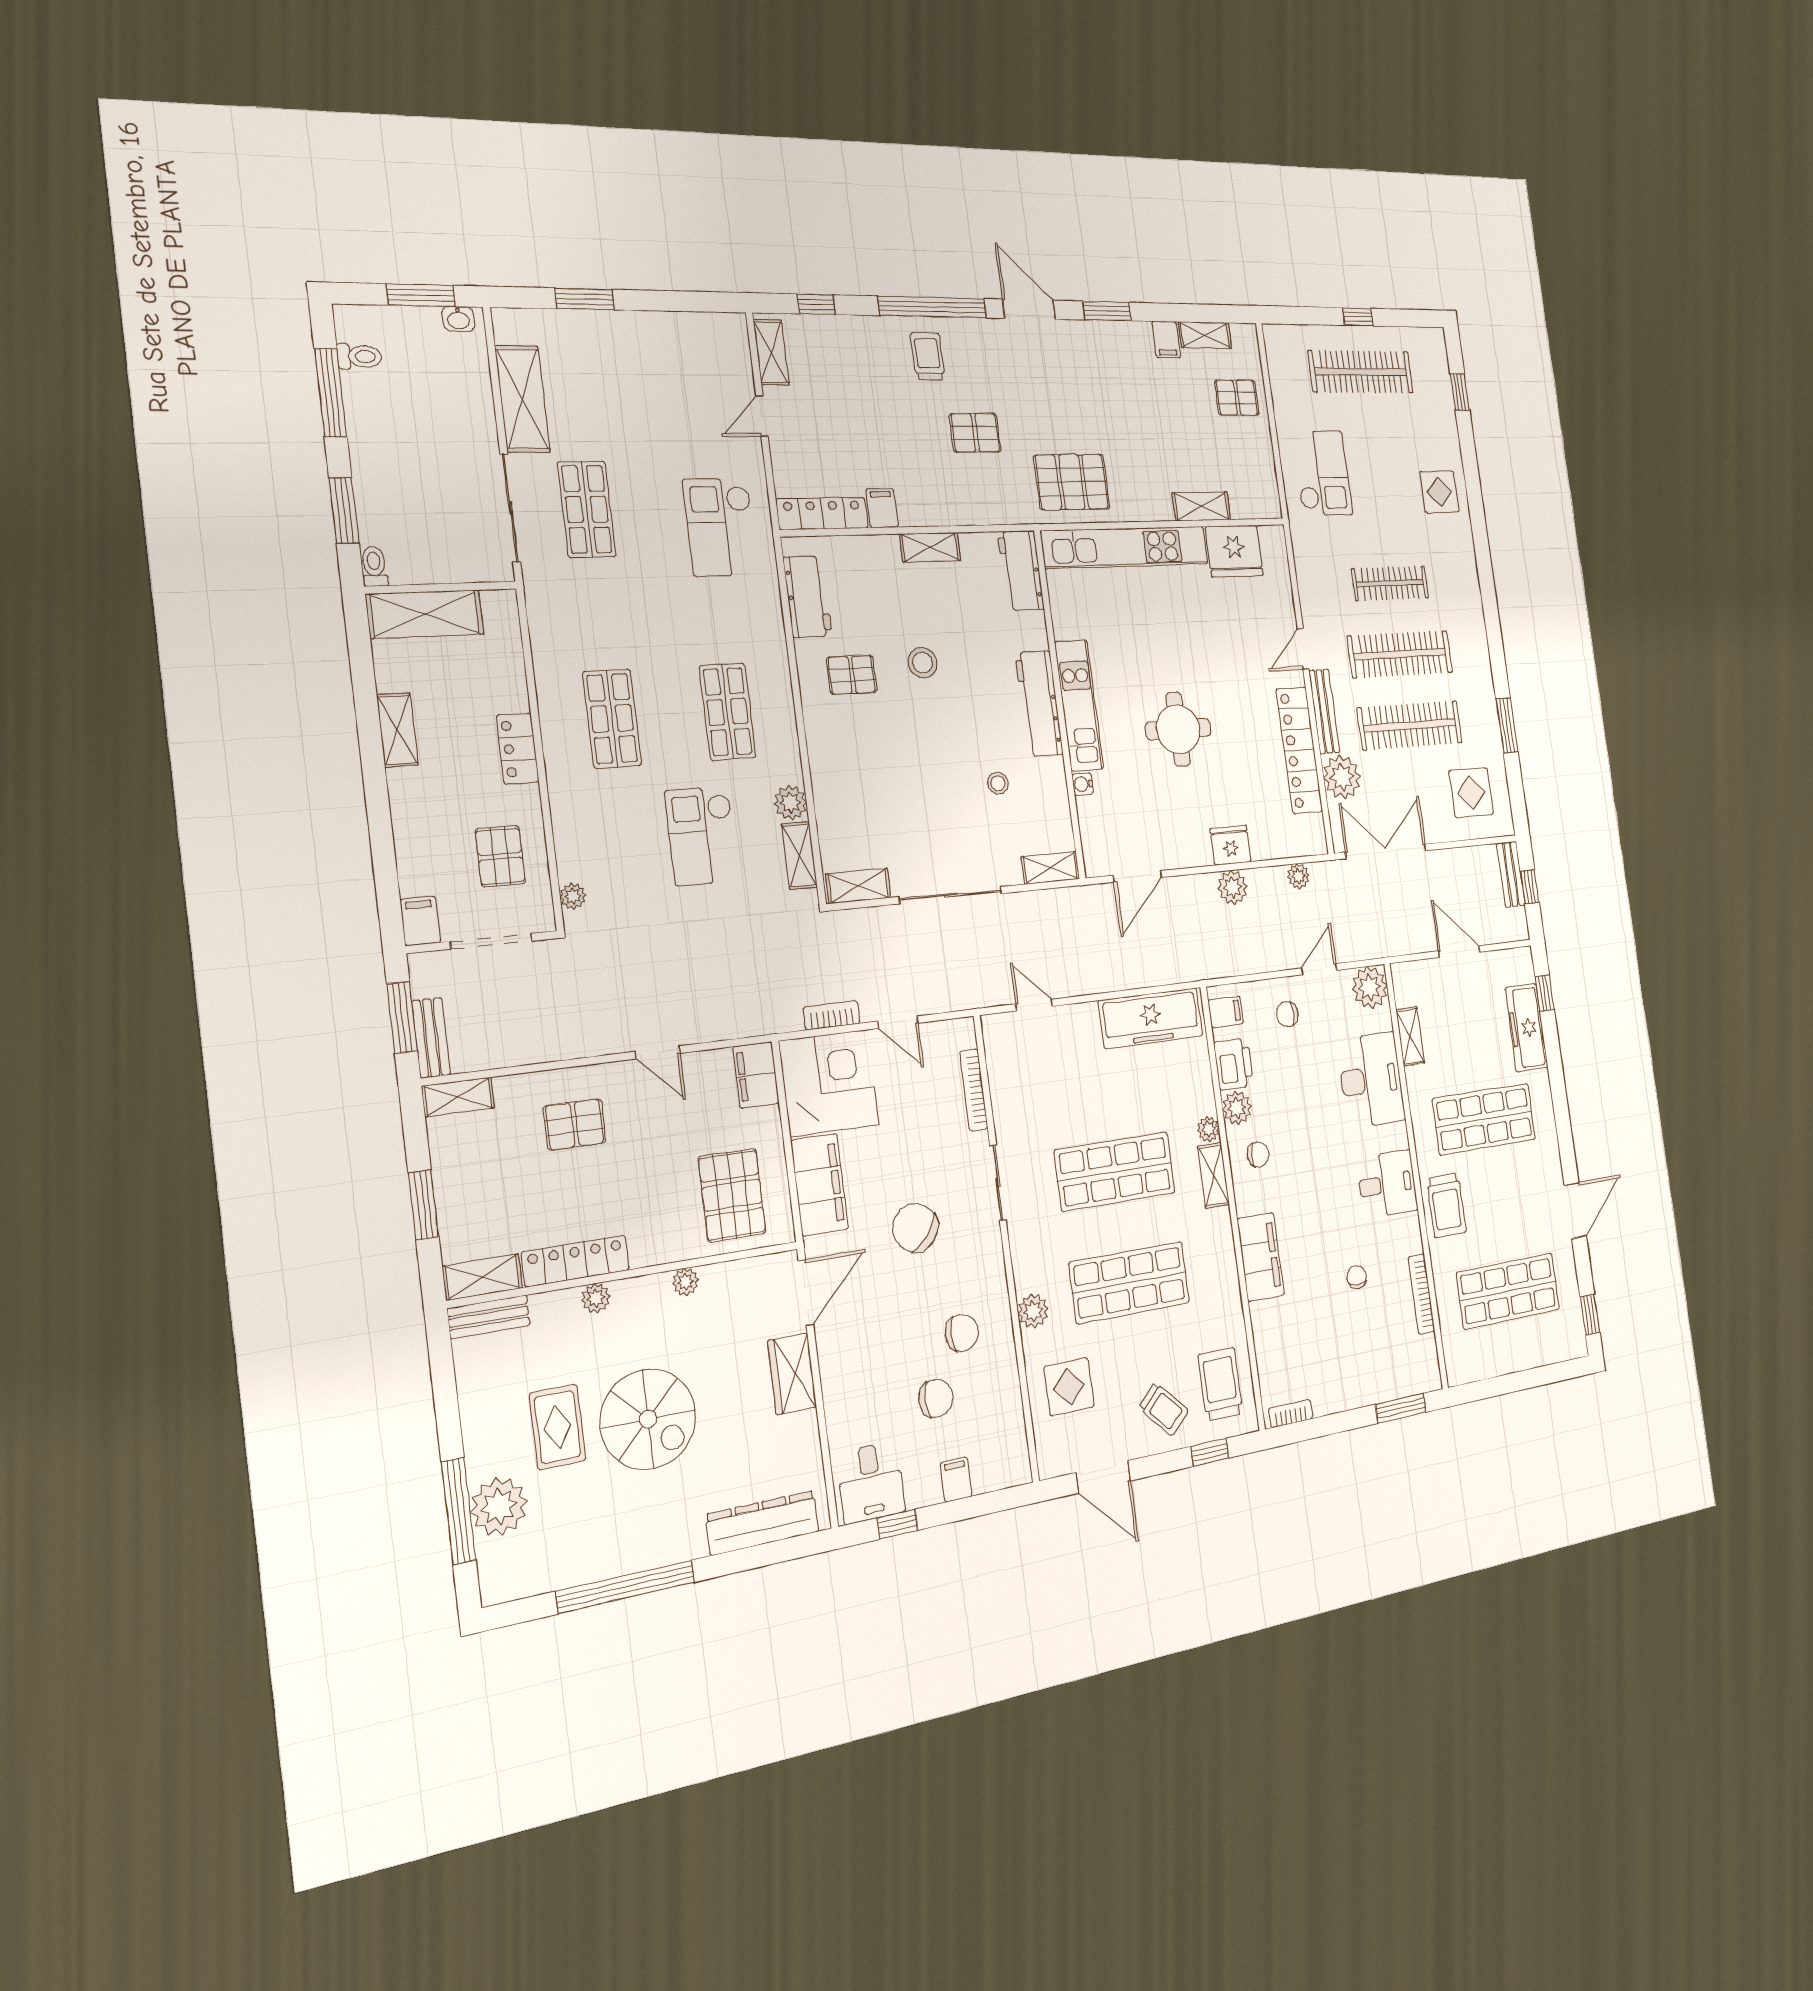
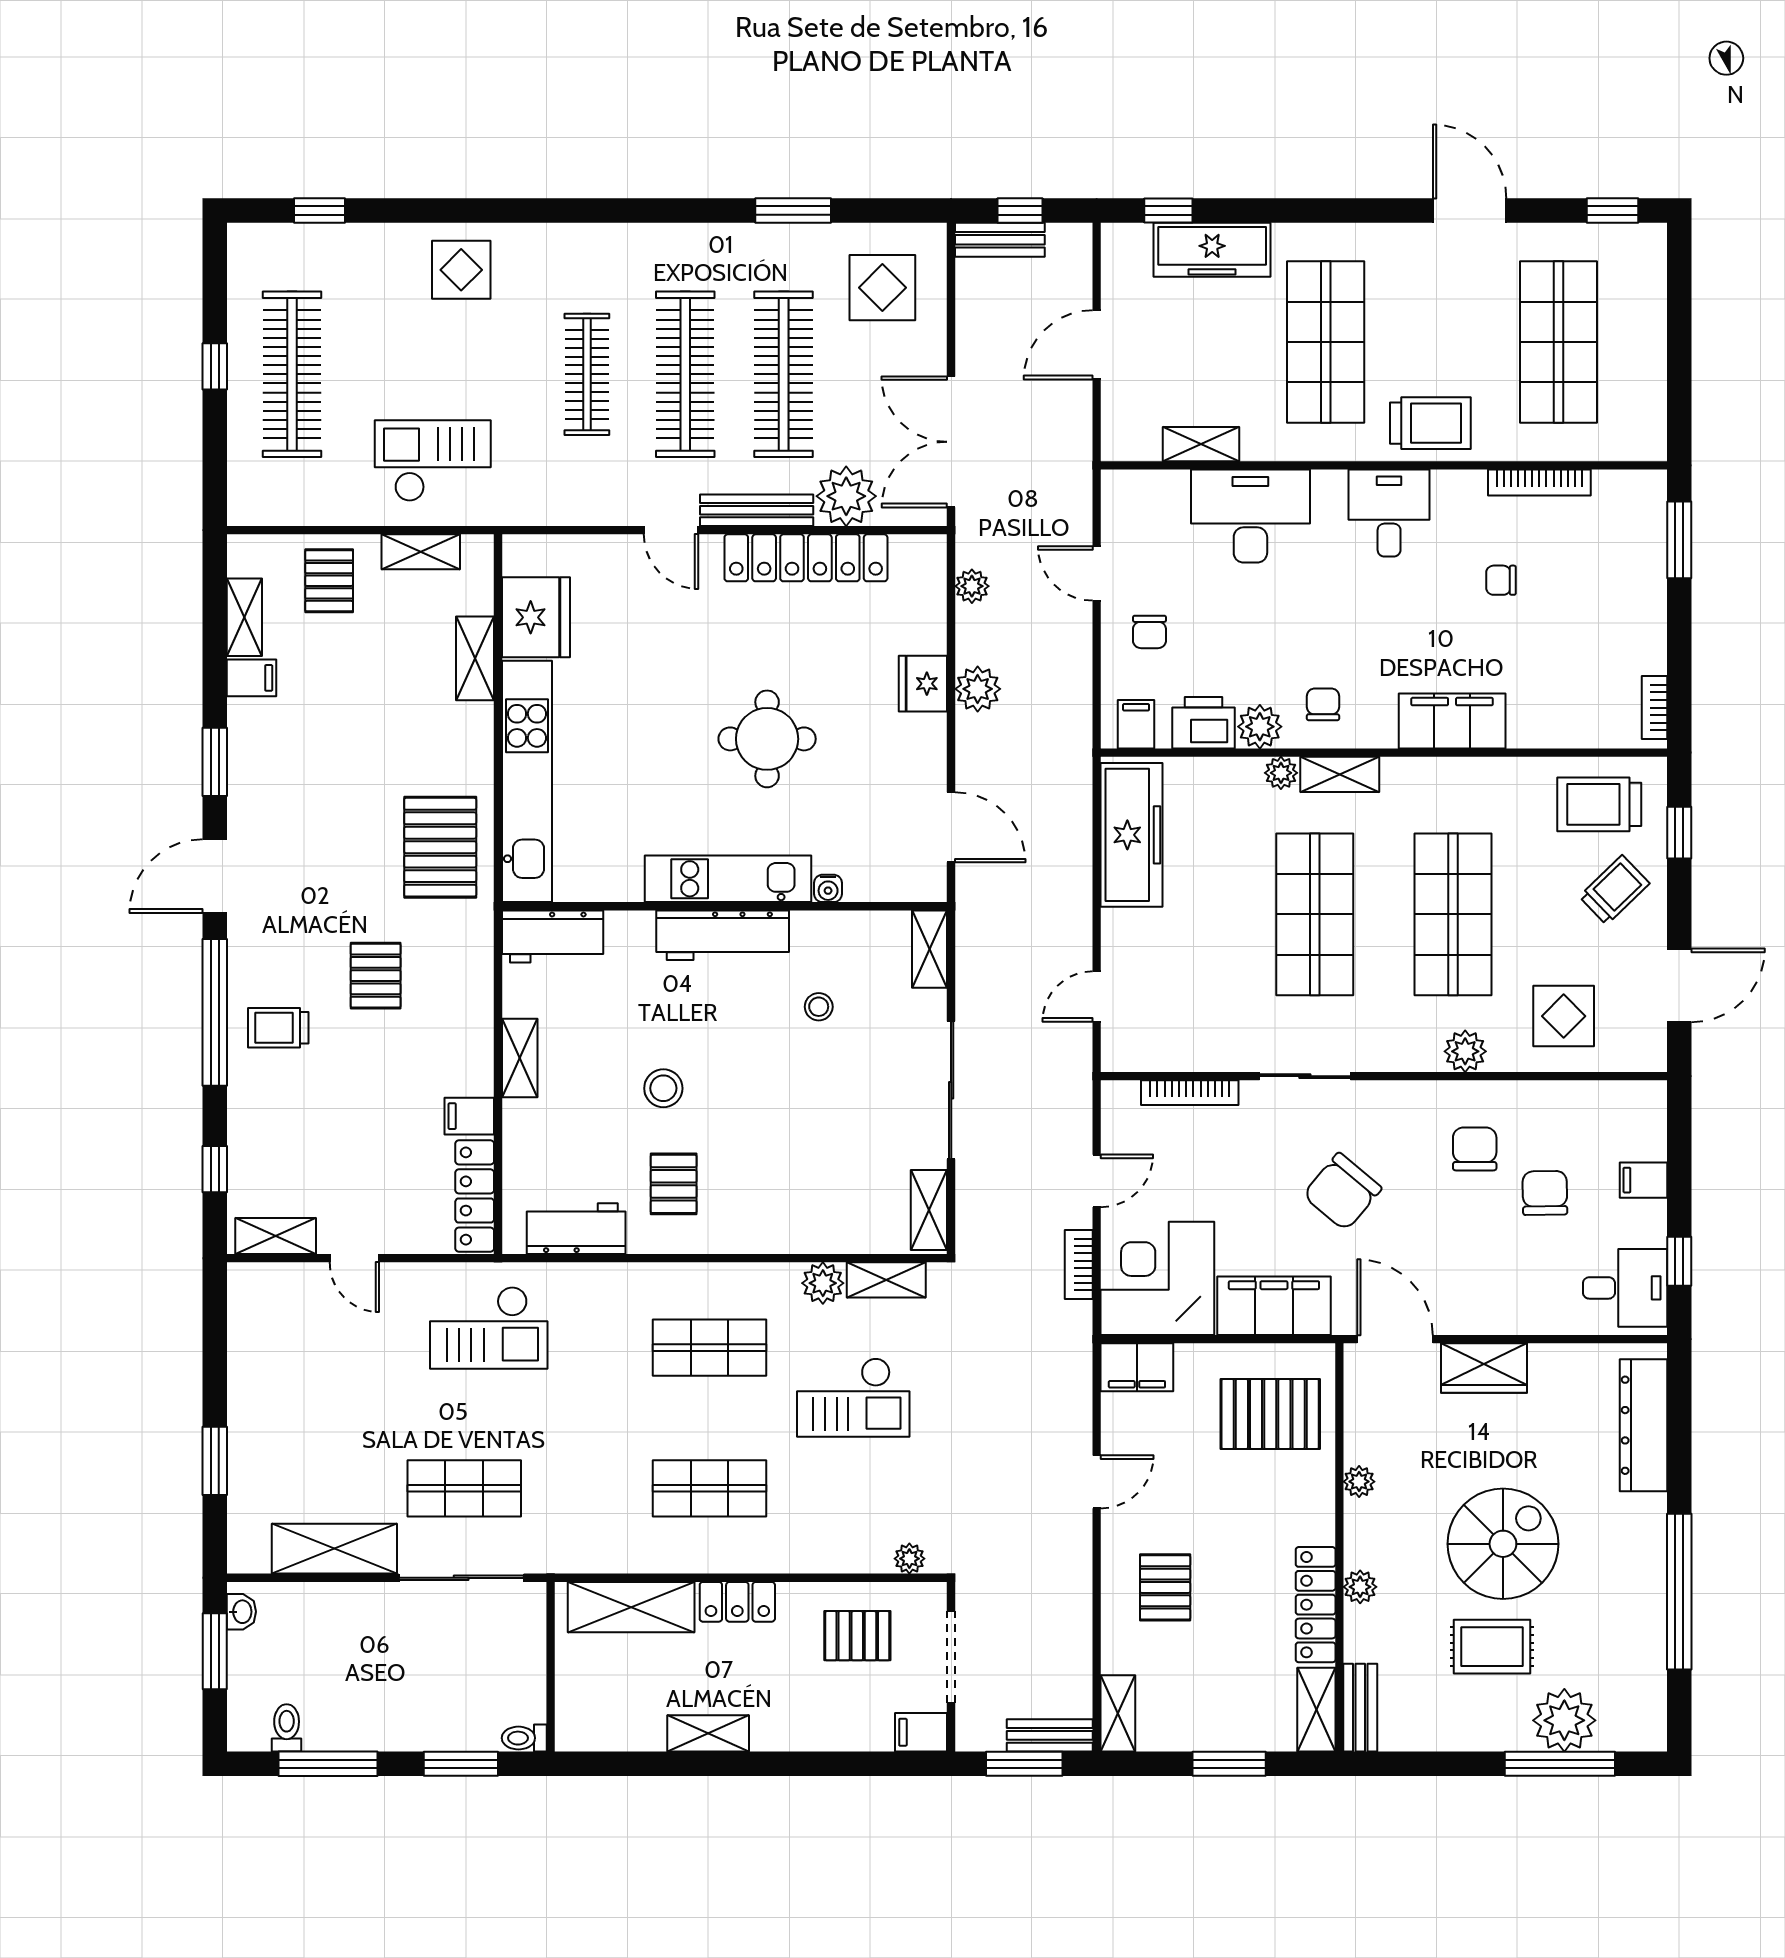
shelving: (1264, 465) -> (421, 552), added
shelving: (425, 614) -> (631, 1607), moved, turned 90
plant: (1370, 987) -> (1129, 498), removed

